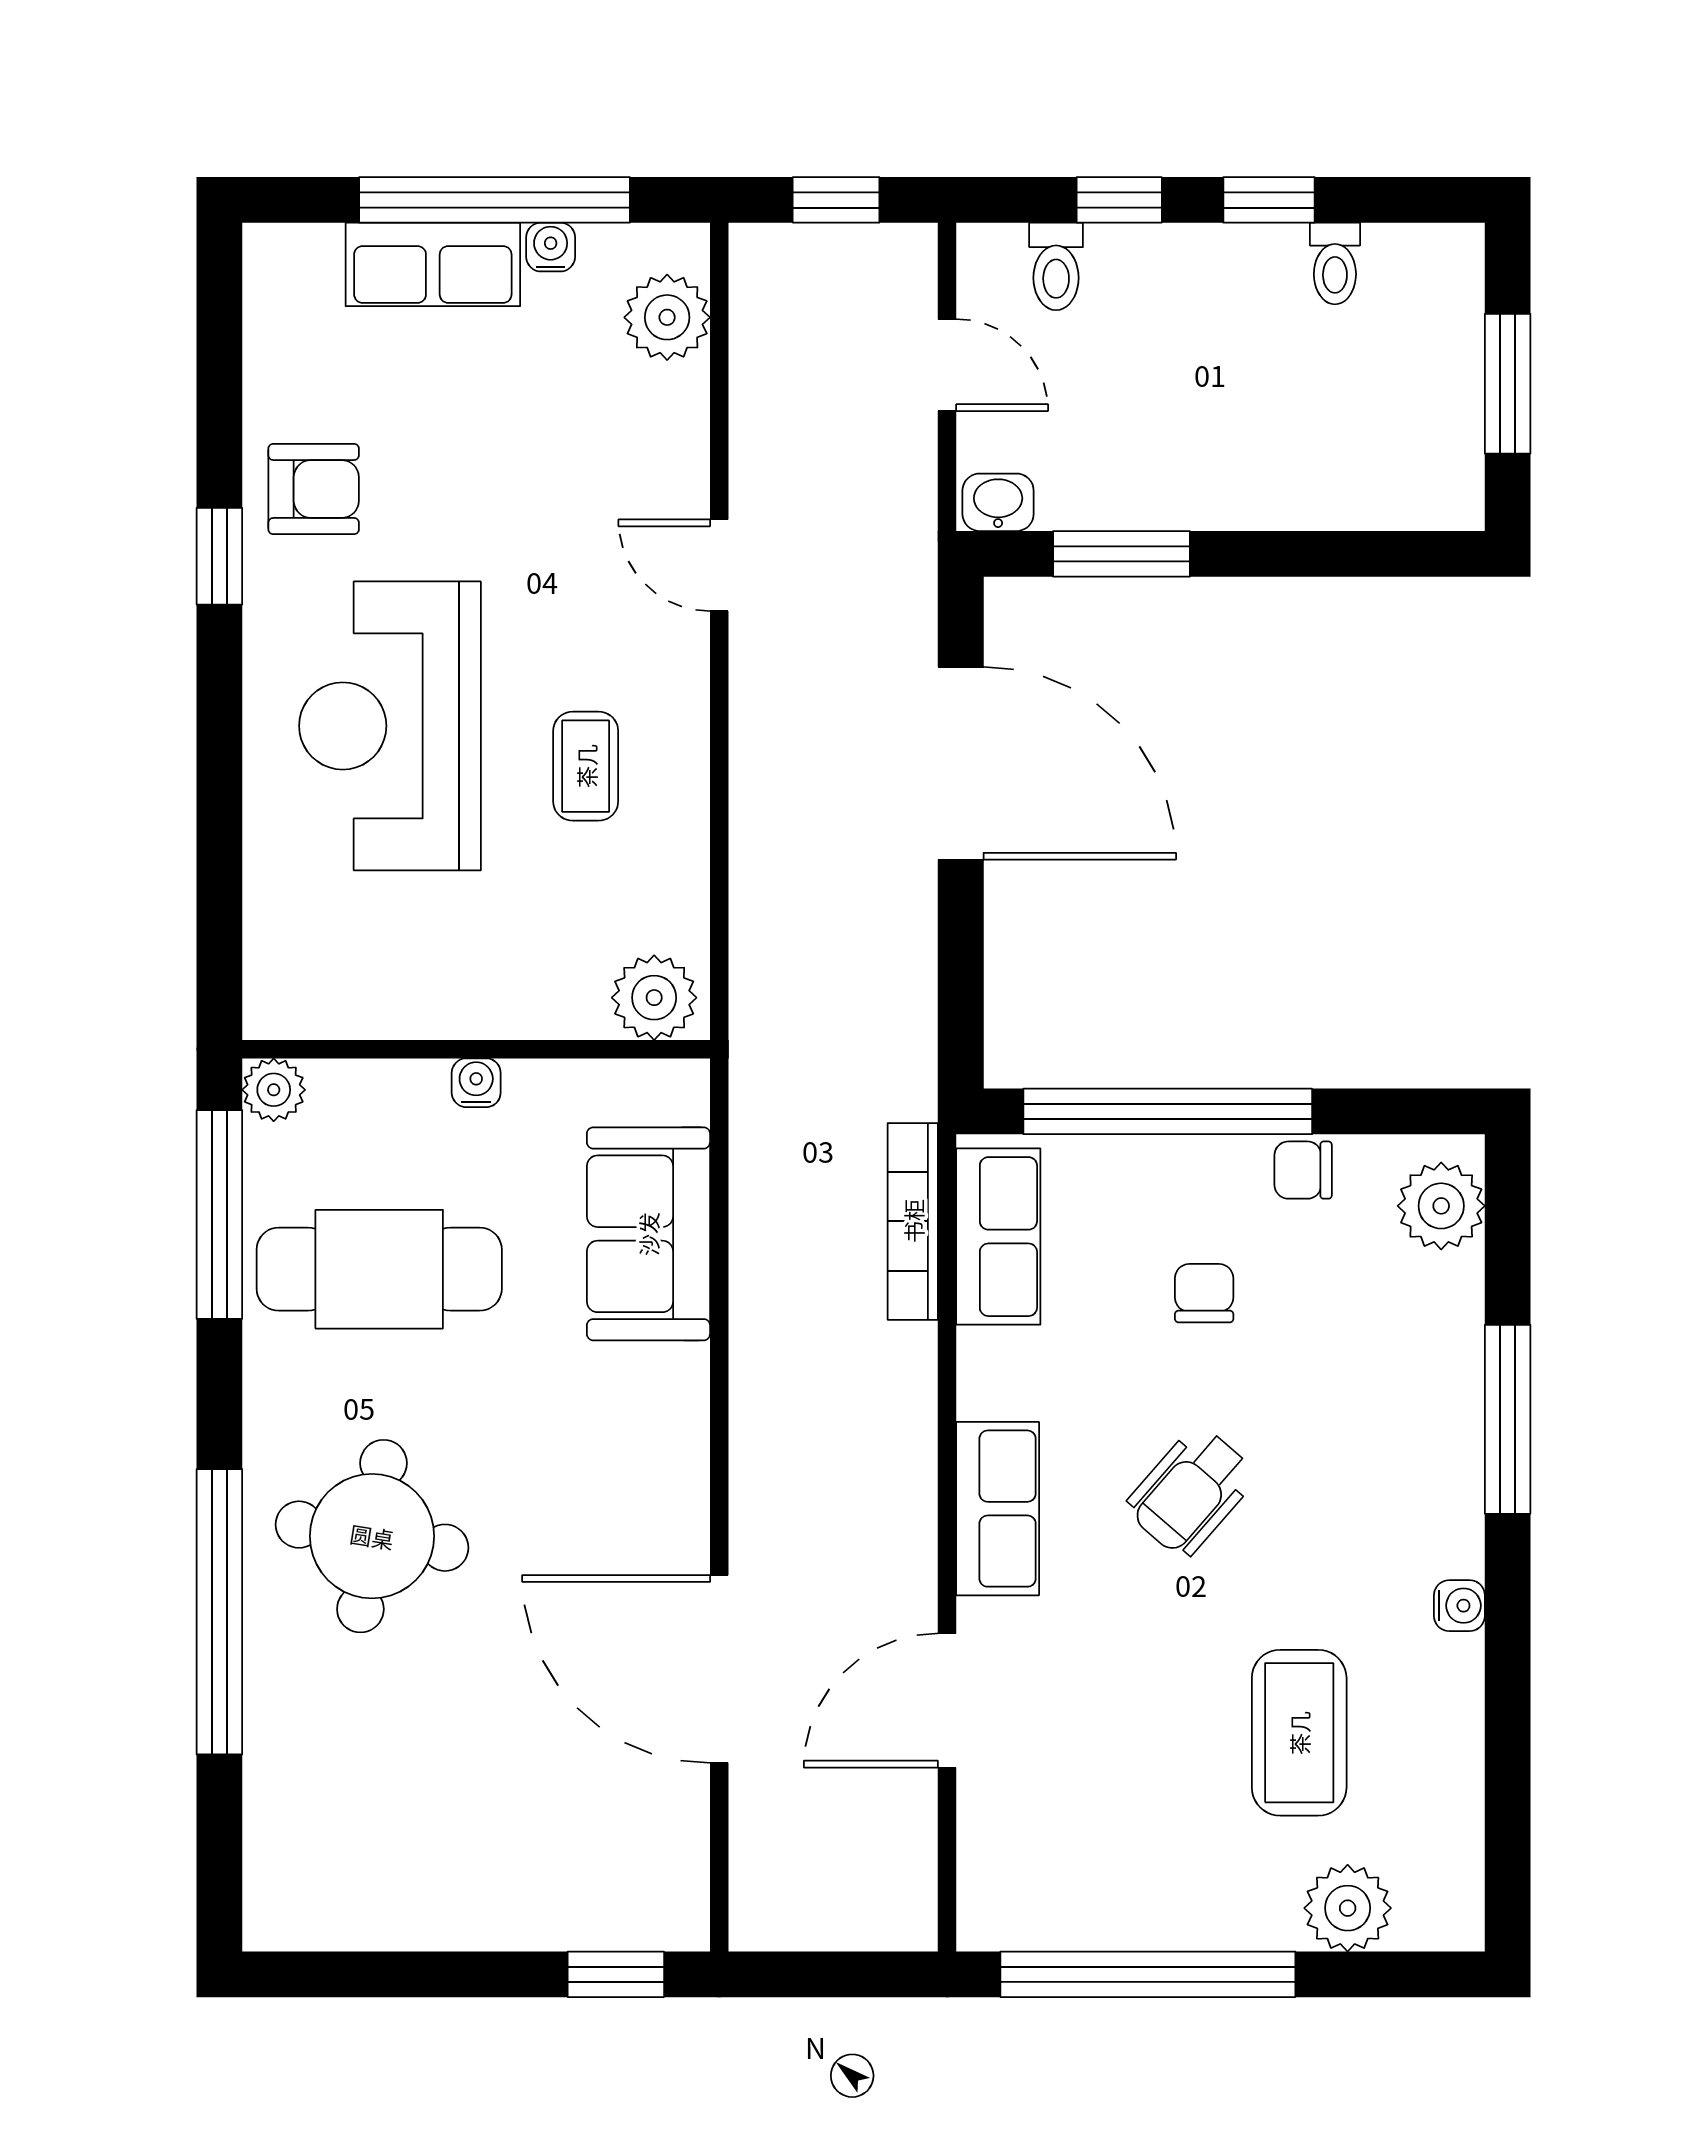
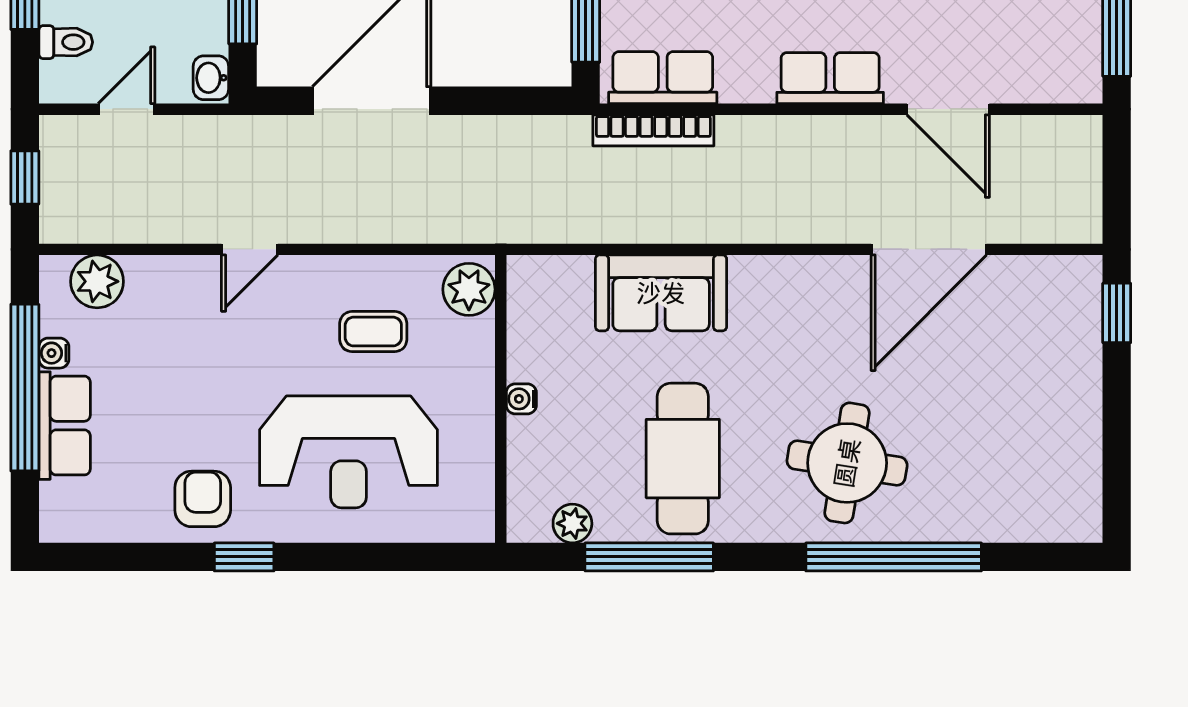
plant: (654, 998) -> (469, 289), moved
wall: (476, 1049) -> (501, 399), moved
water cooler: (476, 1083) -> (521, 399), moved

